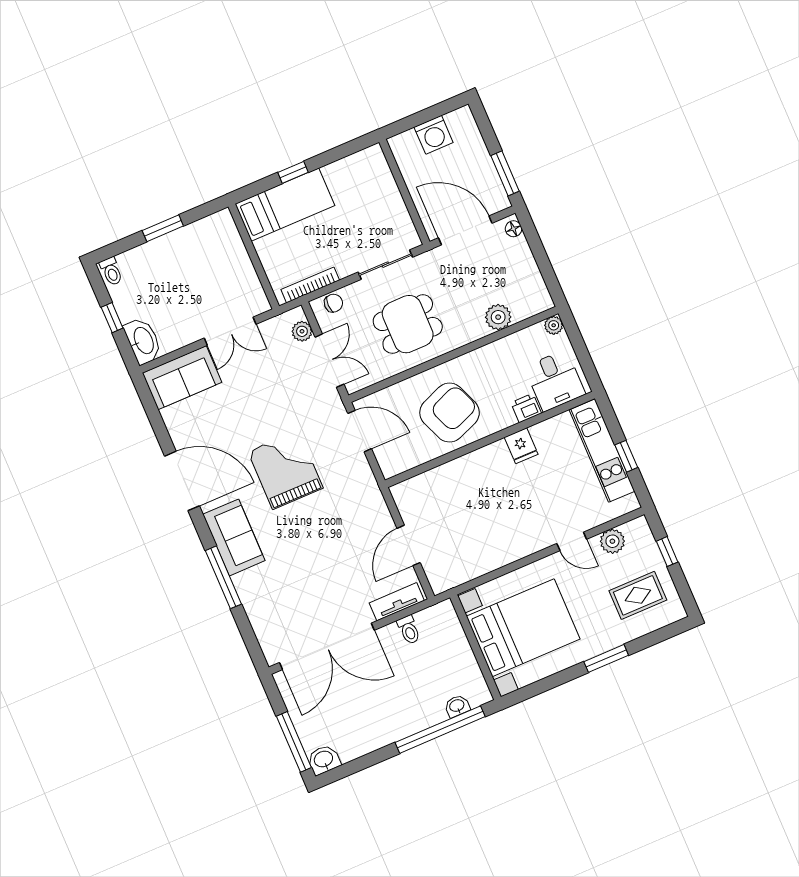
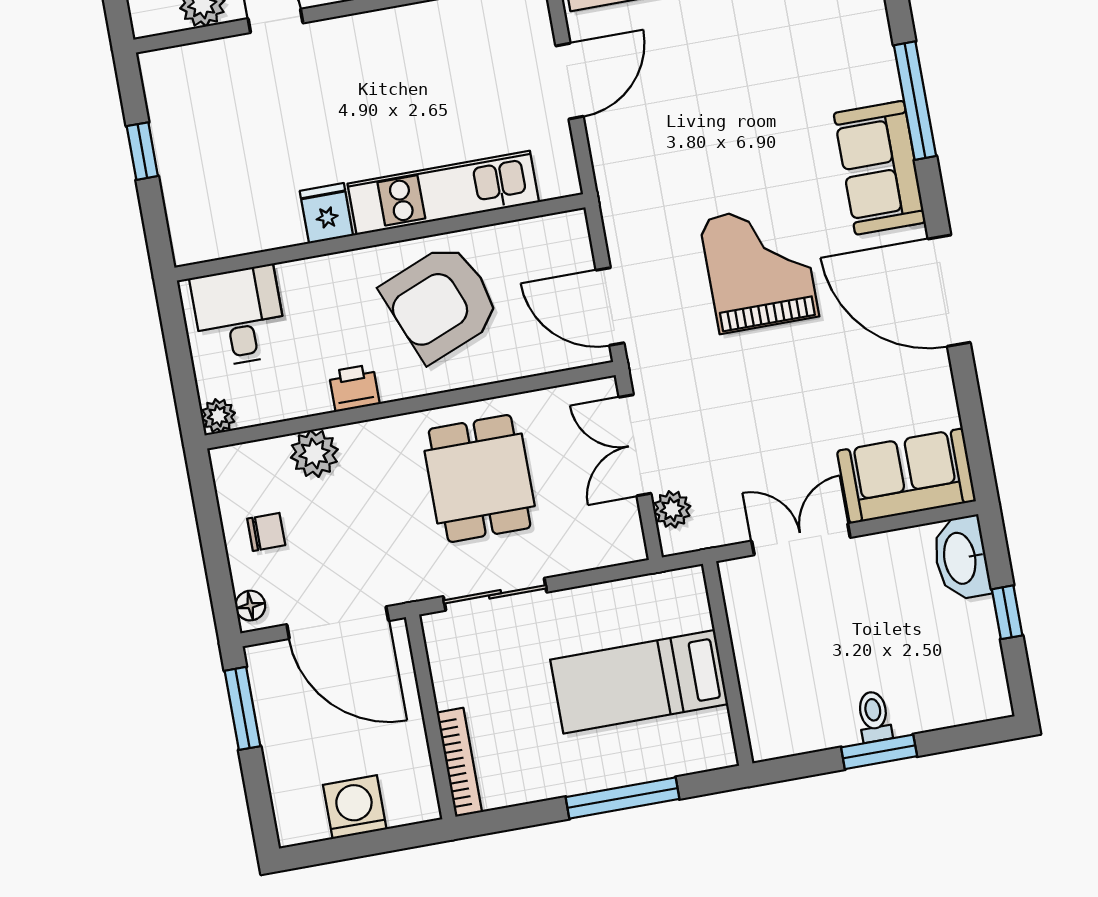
window: (293, 172) -> (622, 798), width x2.17
bed: (285, 205) -> (639, 682), moved
toilet: (111, 271) -> (874, 717), moved
bookcase: (310, 285) -> (459, 762), moved, turned -90
chair: (333, 303) -> (266, 532), moved, turned 180
dining table: (408, 324) -> (480, 478), turned 90
printer: (526, 408) -> (354, 388), moved, turned 180
kitchen unit: (602, 451) -> (443, 193), moved, turned -90
grand piano: (285, 470) -> (759, 268), turned 180

